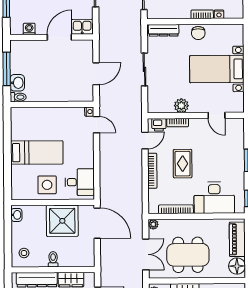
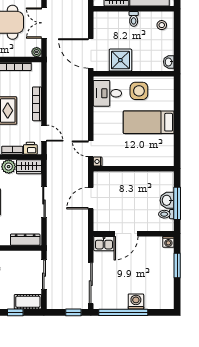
washing machine: (29, 29) -> (168, 242), moved
washbasin: (17, 83) -> (167, 200), moved
toilet: (18, 97) -> (166, 214), moved
wardrobe: (160, 106) -> (29, 167), added
door: (145, 141) -> (44, 133), swing flipped
shower: (62, 221) -> (120, 60), width x0.73, depth x0.73

